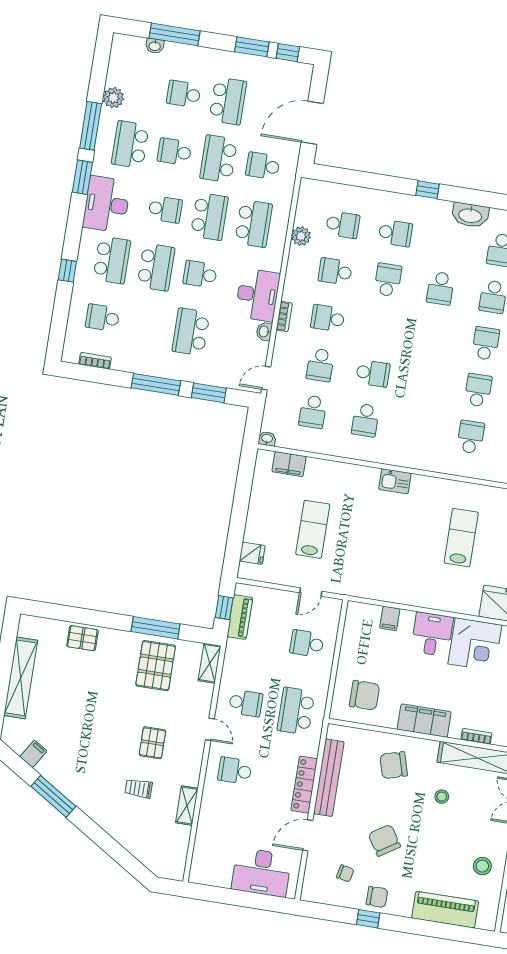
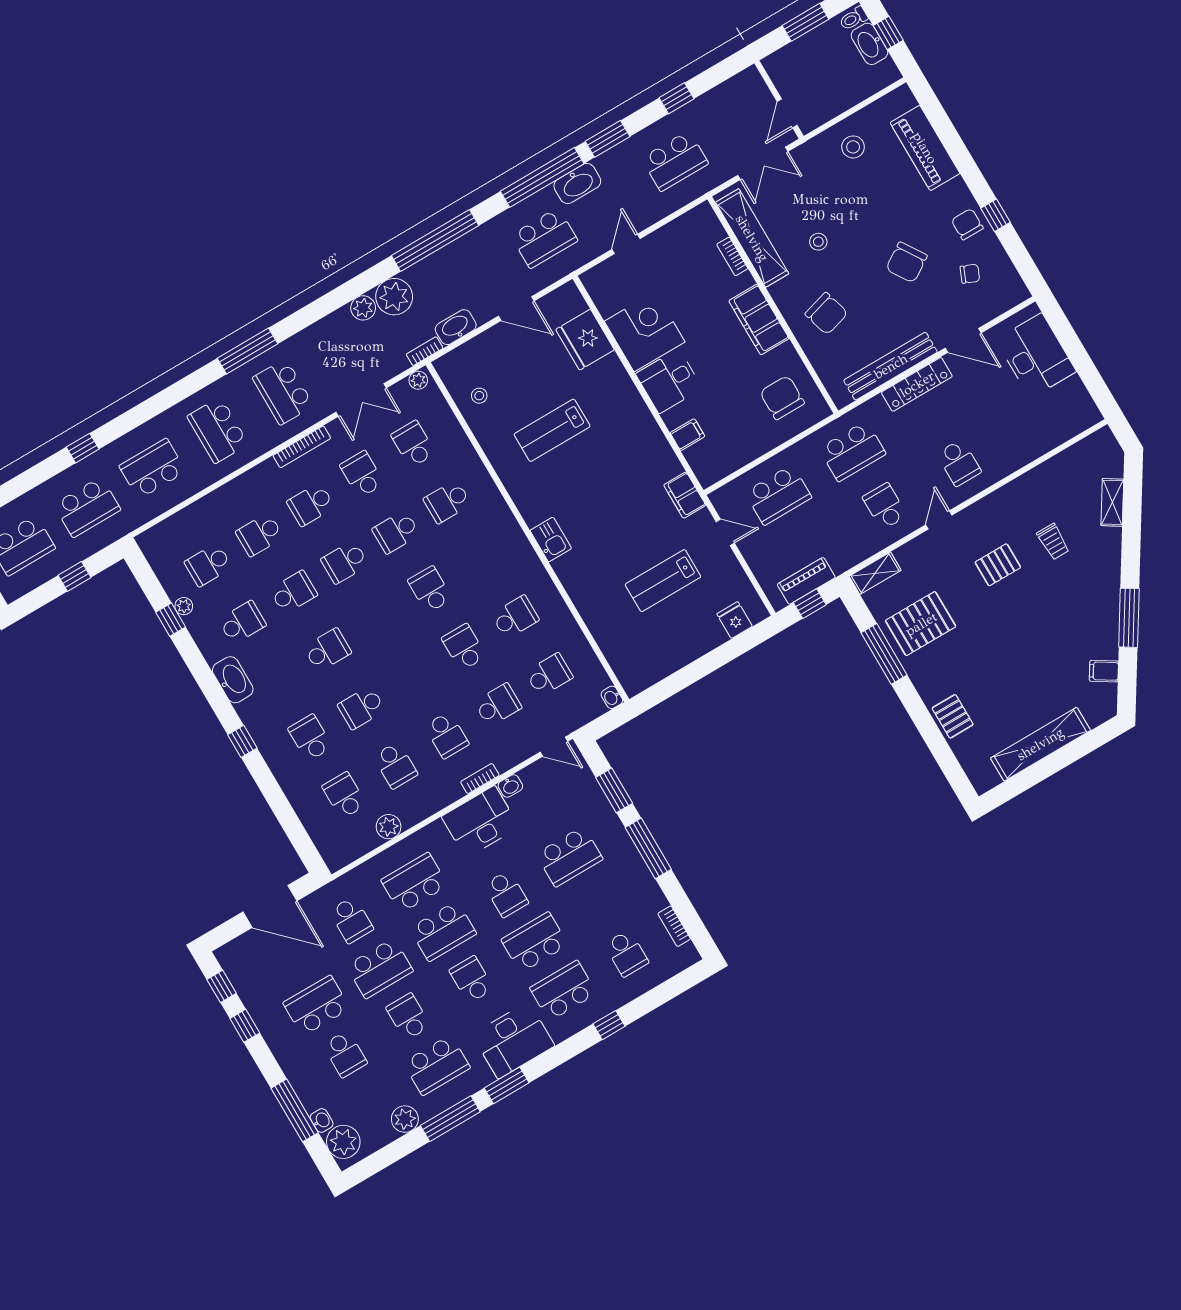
window: (252, 47) -> (245, 1026), width x0.67
plant: (131, 48) -> (343, 1142), added
school desk: (174, 152) -> (408, 1017), turned 180
school desk: (209, 216) -> (443, 931), turned 180
school desk: (425, 382) -> (430, 590), added
filing cabinet: (289, 464) -> (685, 495), moved, turned 180
school desk: (307, 644) -> (778, 495), width x1.85
shelving: (187, 806) -> (1112, 502), moved, turned -58
chair: (345, 873) -> (970, 274), turned 101

